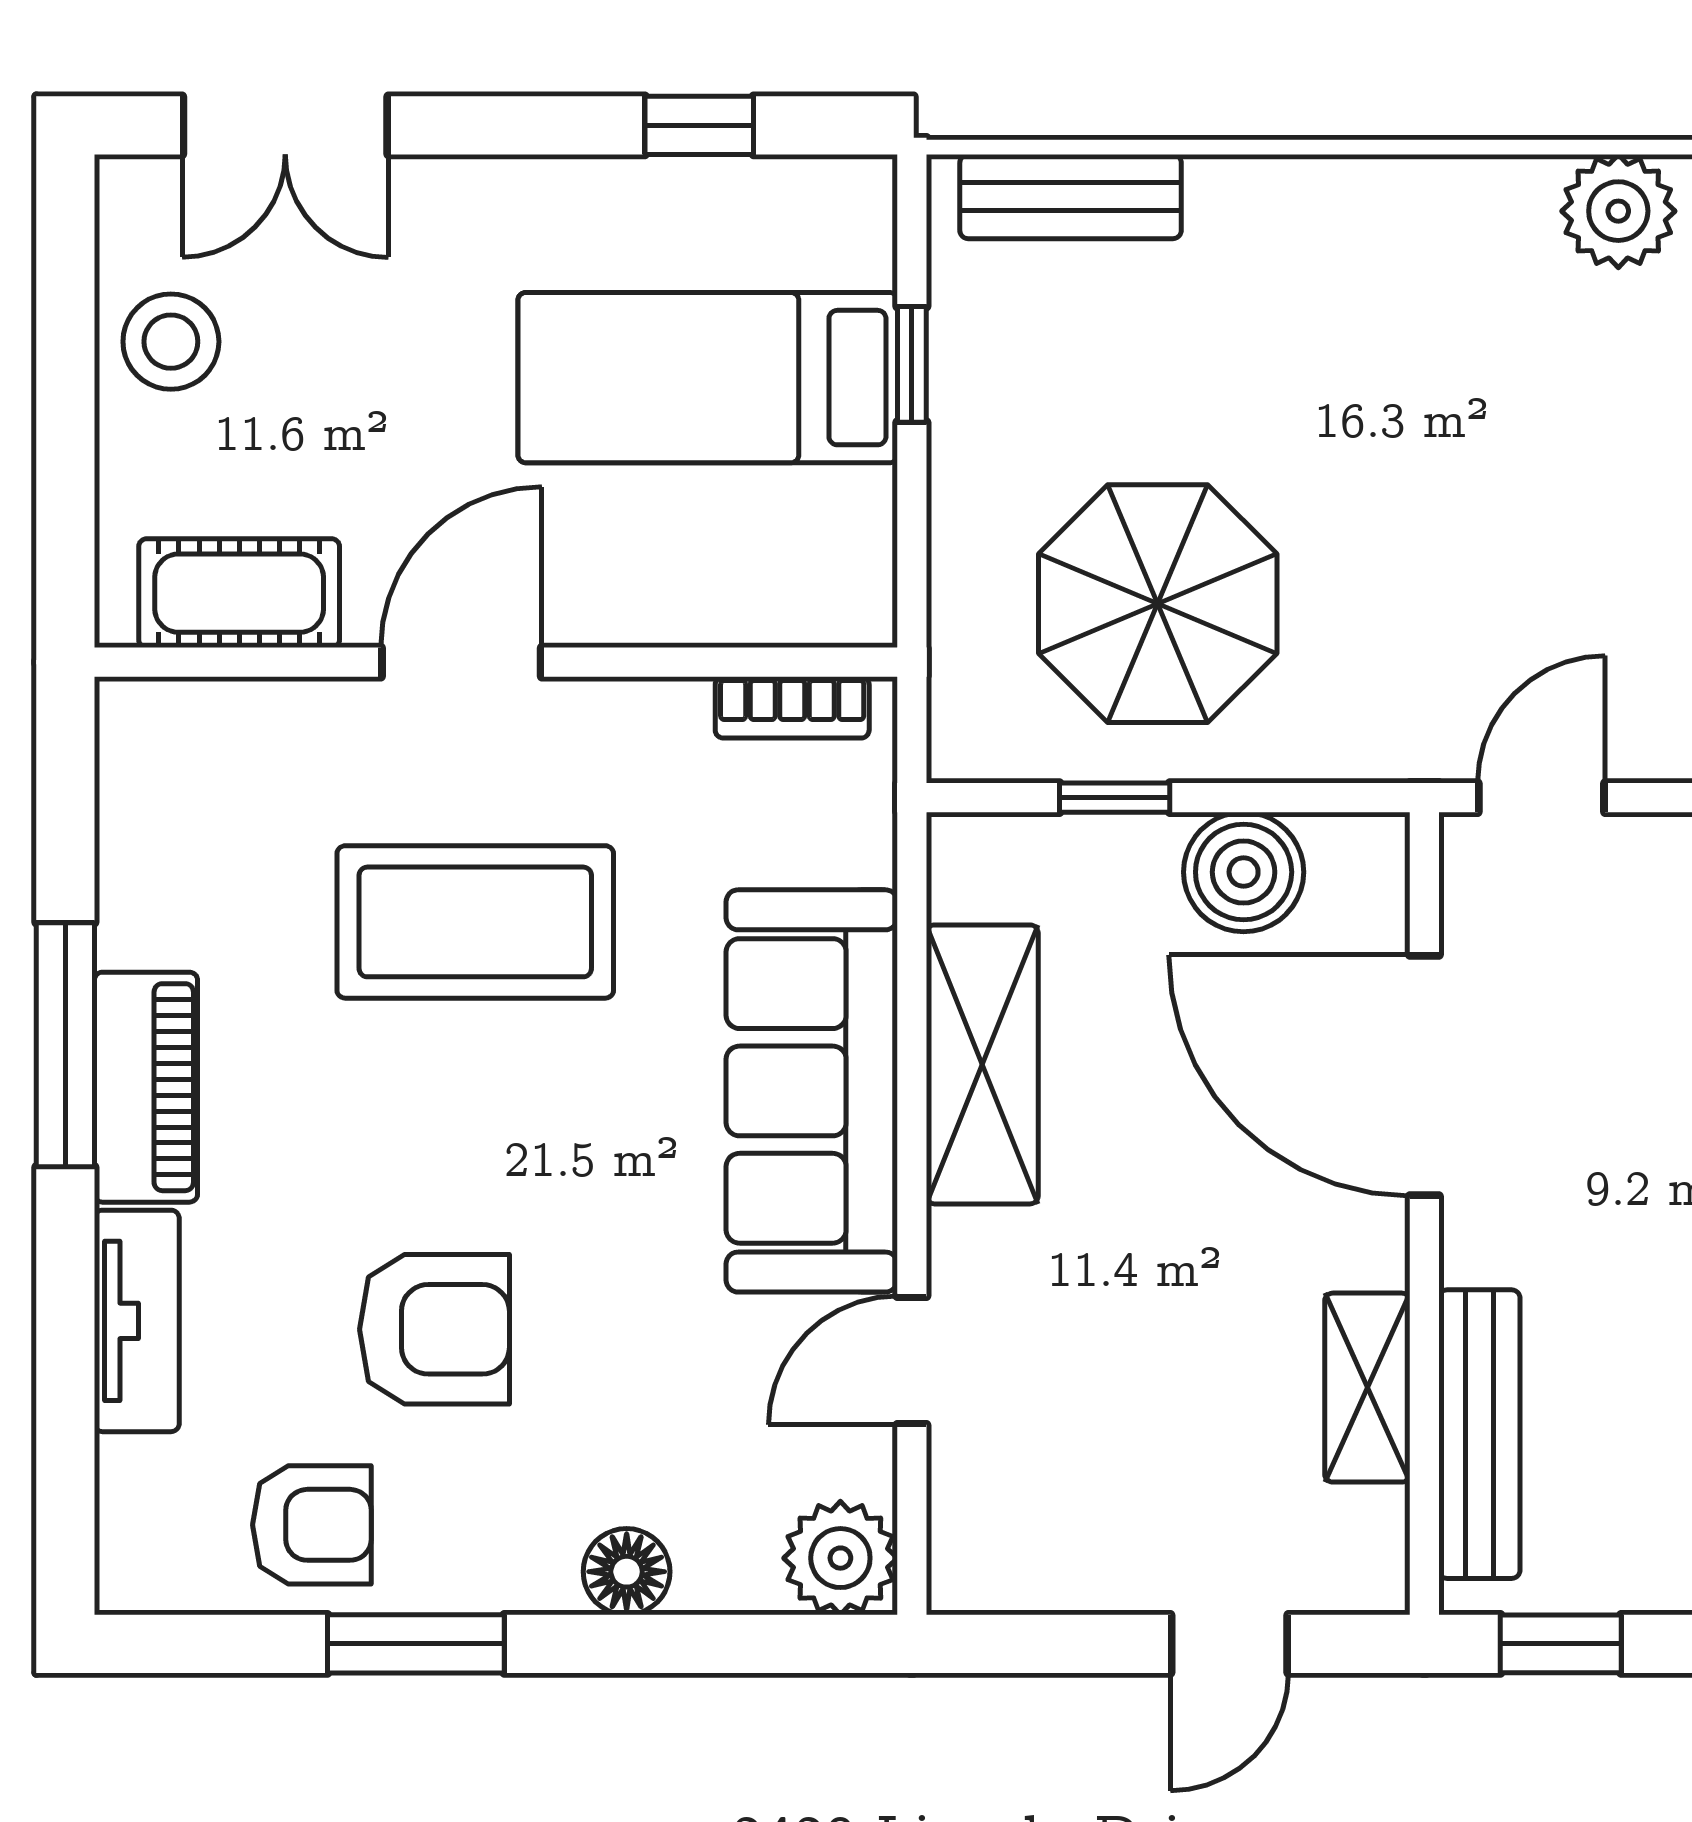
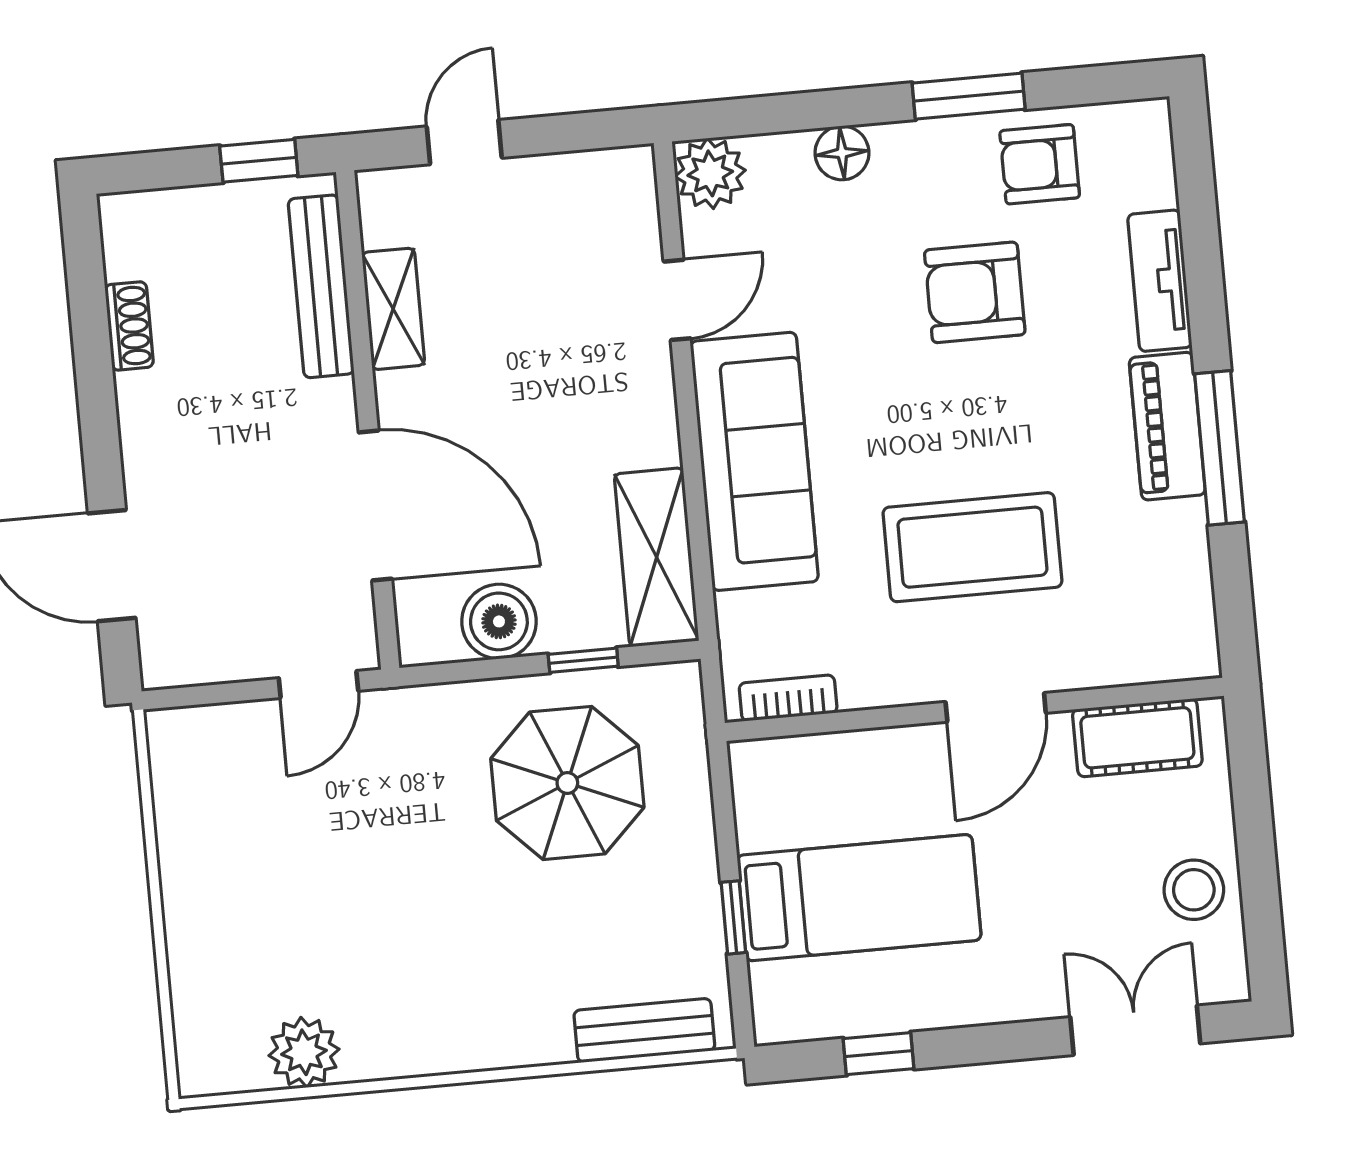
shelving: (982, 1064) -> (657, 557), moved

